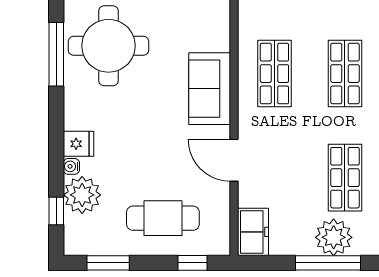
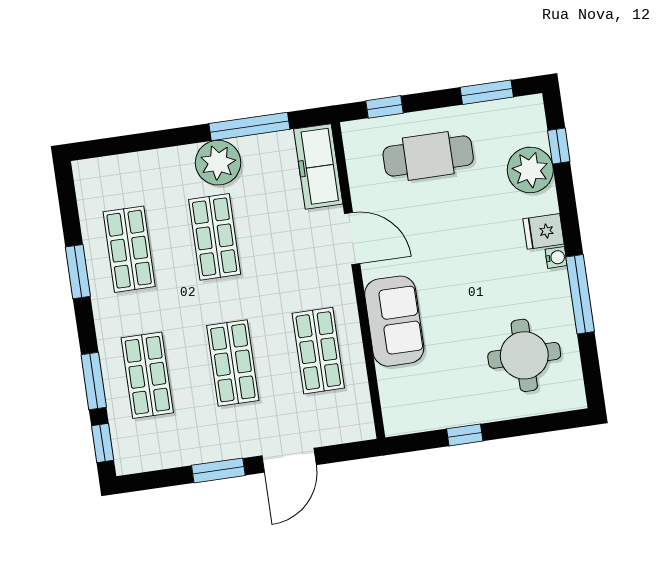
round table: (109, 46) -> (524, 355), width x0.73, depth x0.73
window: (56, 54) -> (580, 294), moved
water cooler: (71, 166) -> (556, 257), moved
freezer: (253, 232) -> (318, 166), width x1.40
window: (328, 263) -> (249, 126), moved

